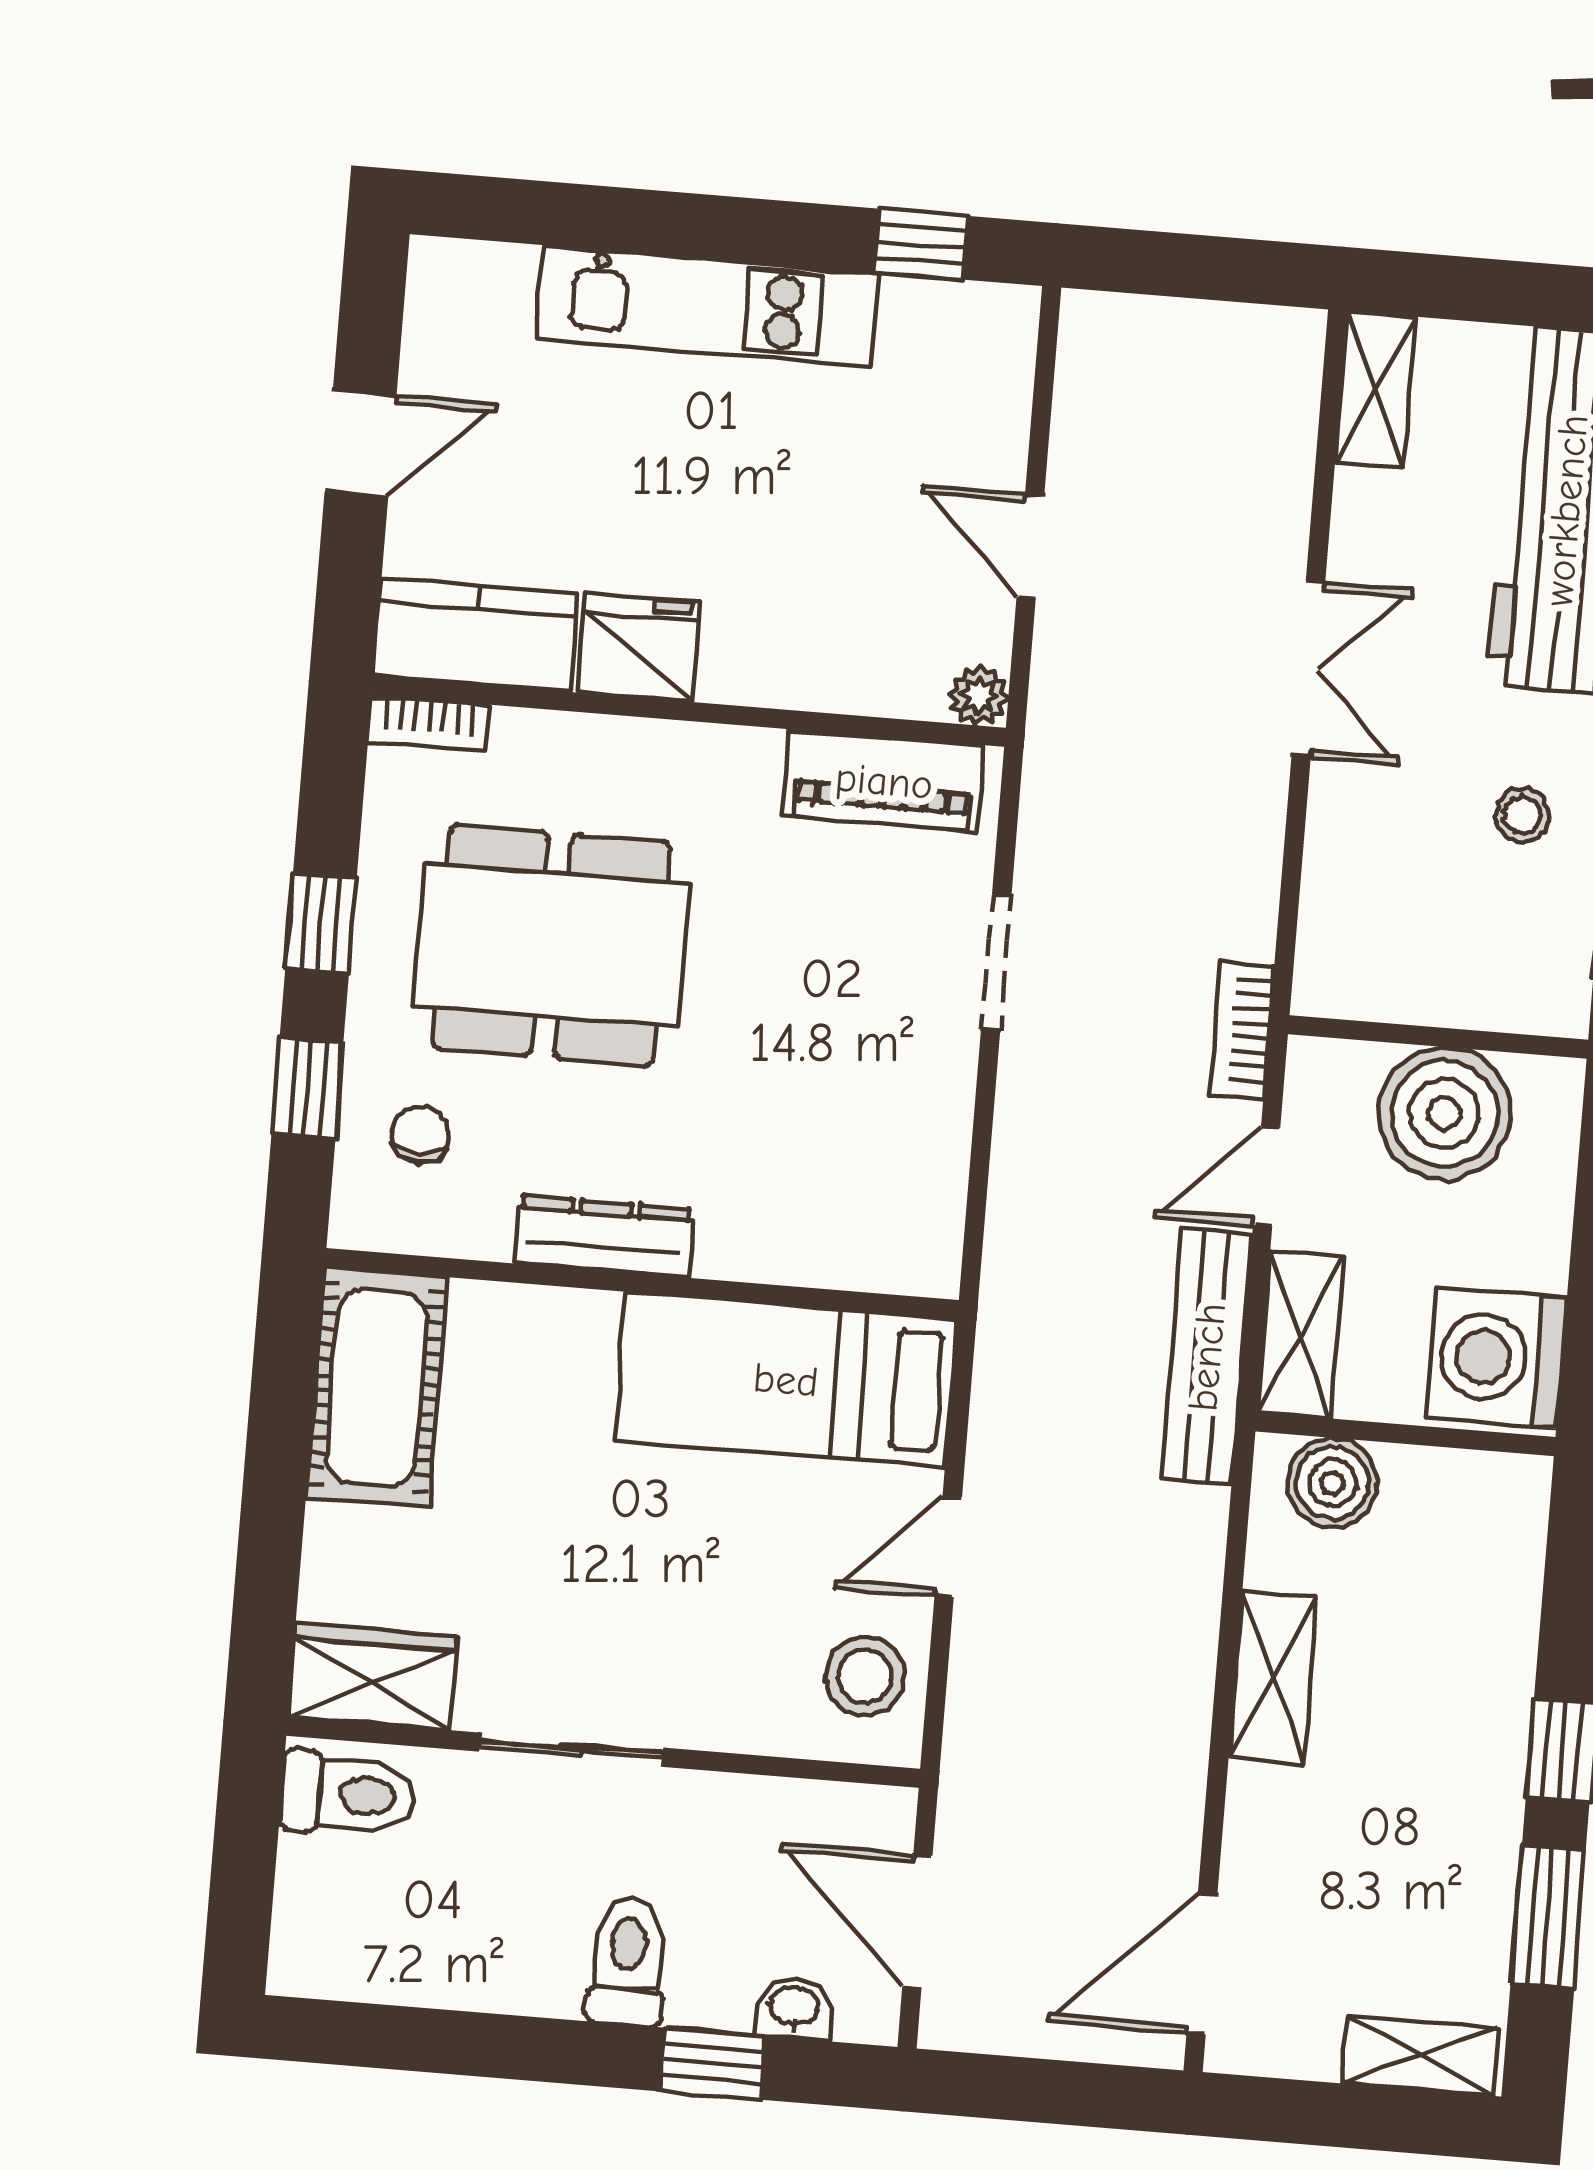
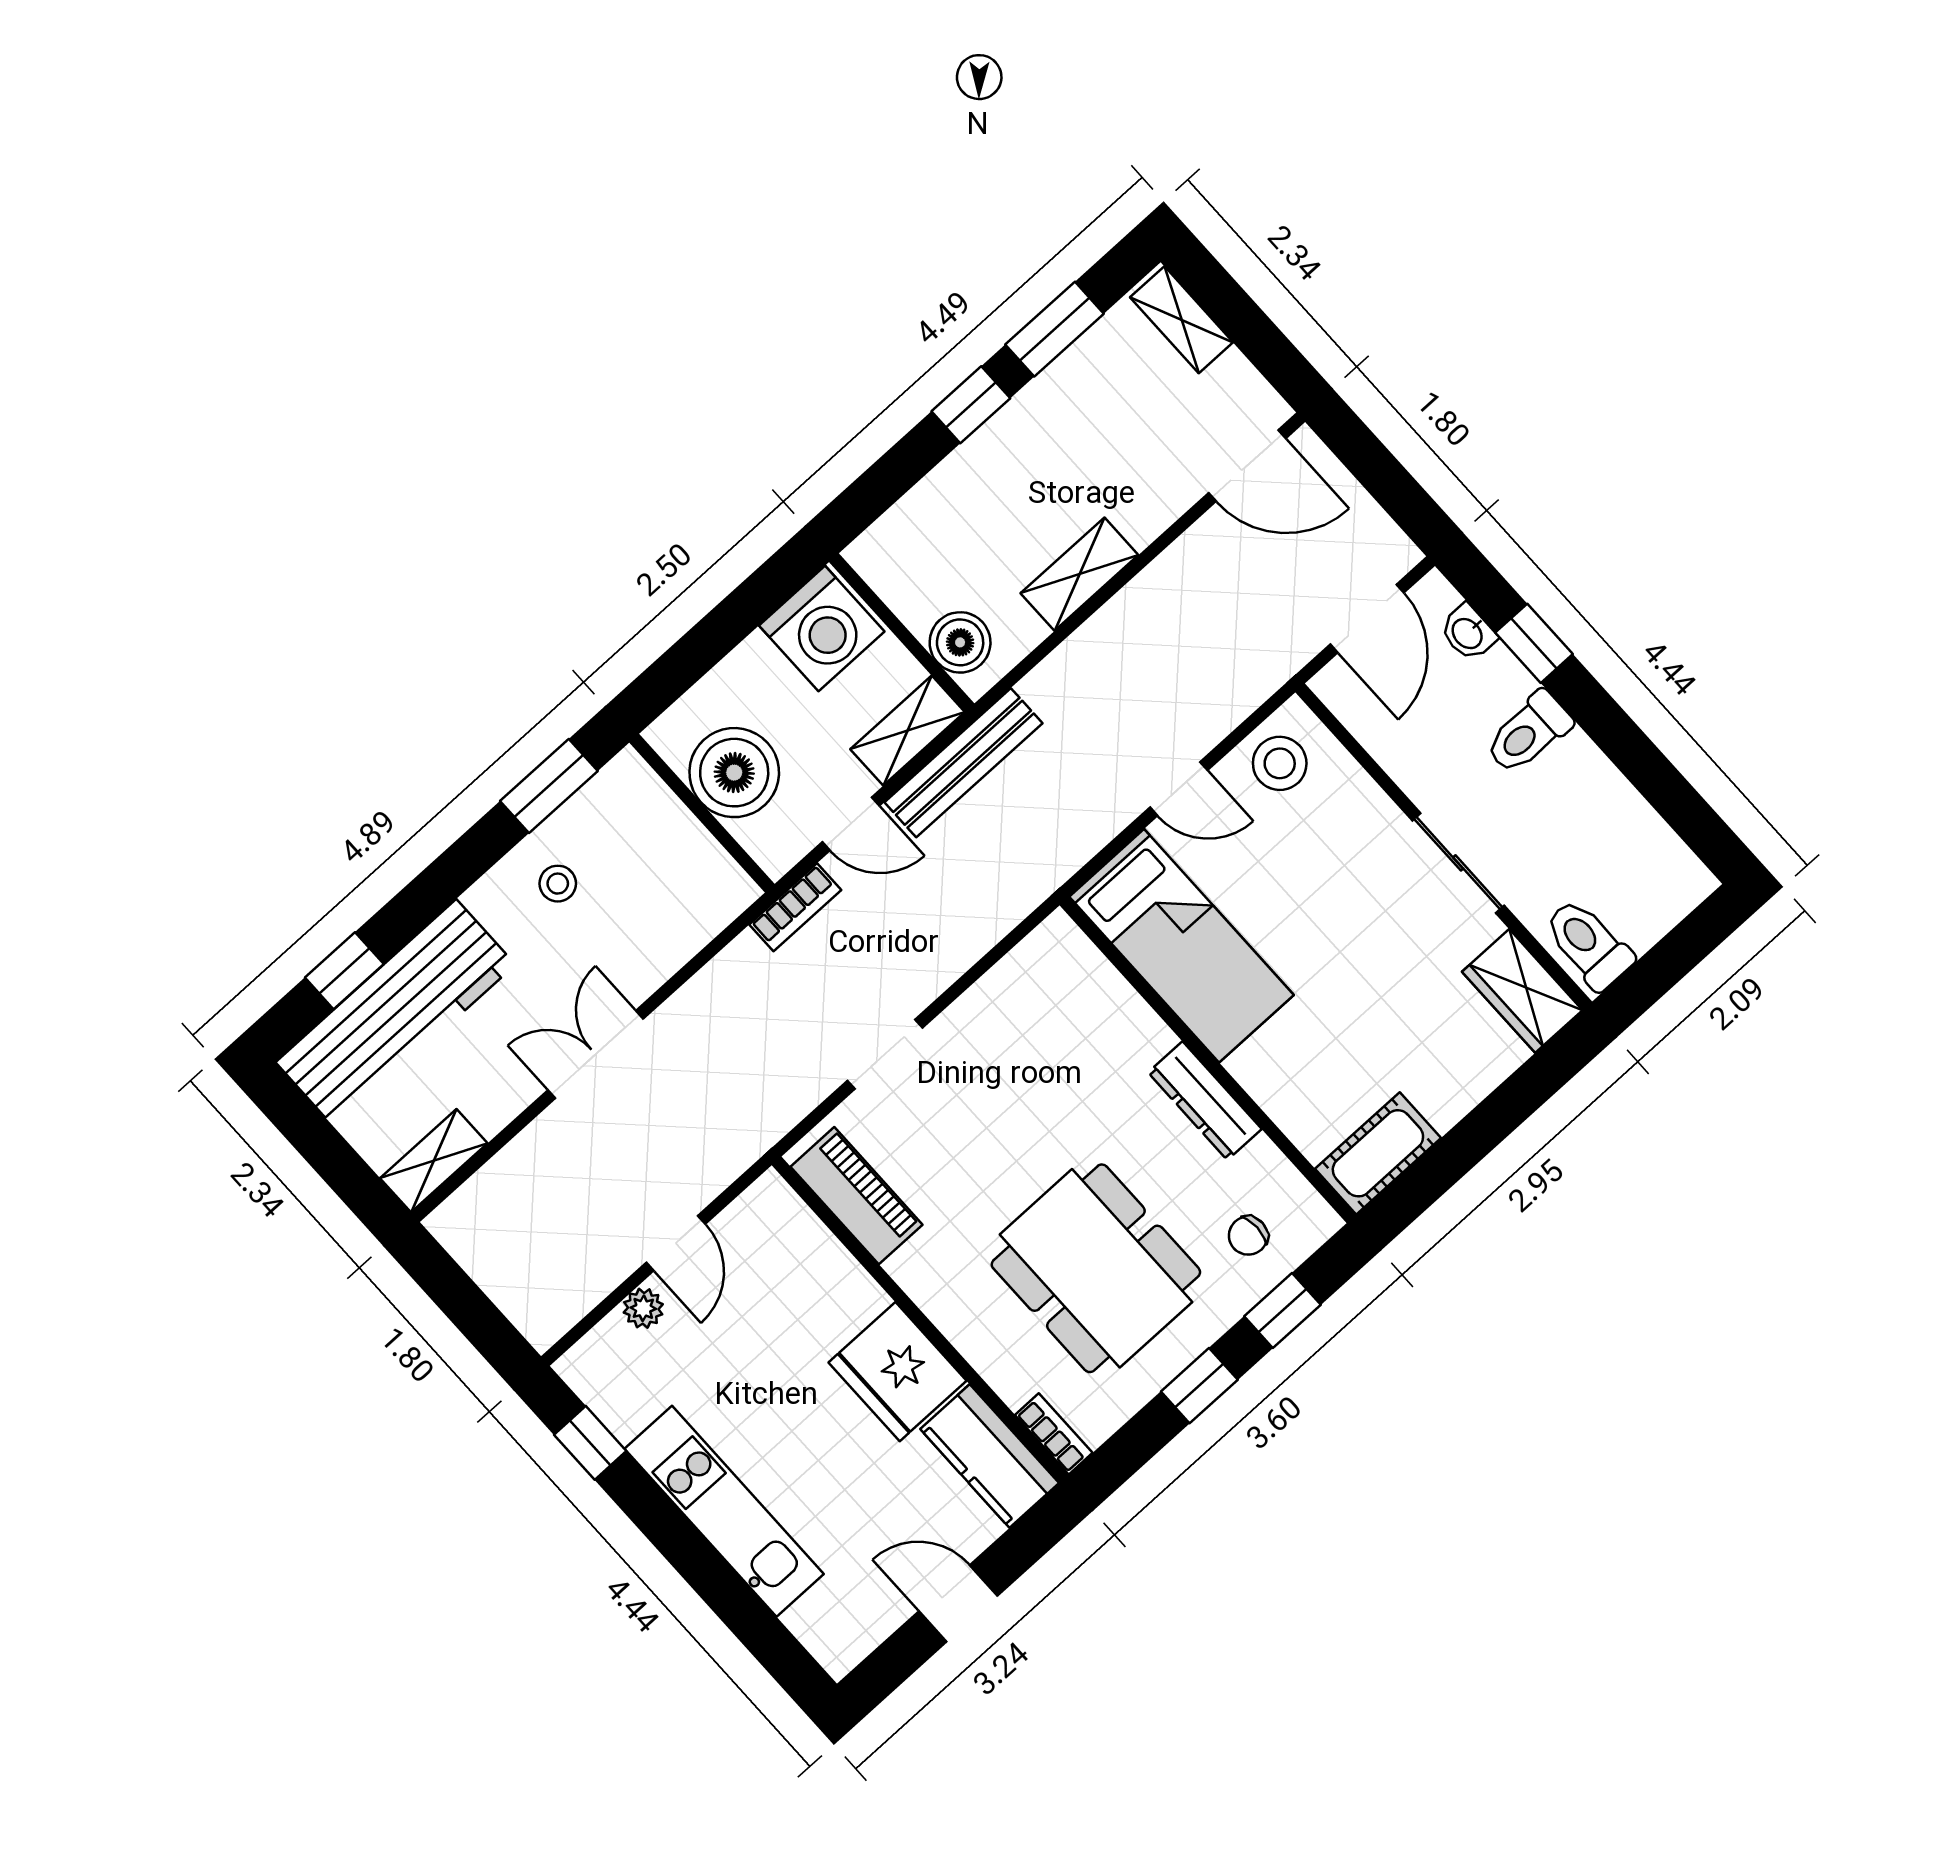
fridge: (639, 648) -> (898, 1372), width x1.36, depth x1.34
plant: (979, 696) -> (643, 1308), moved
cot: (377, 1387) -> (1378, 1153), width x0.73, depth x0.75

